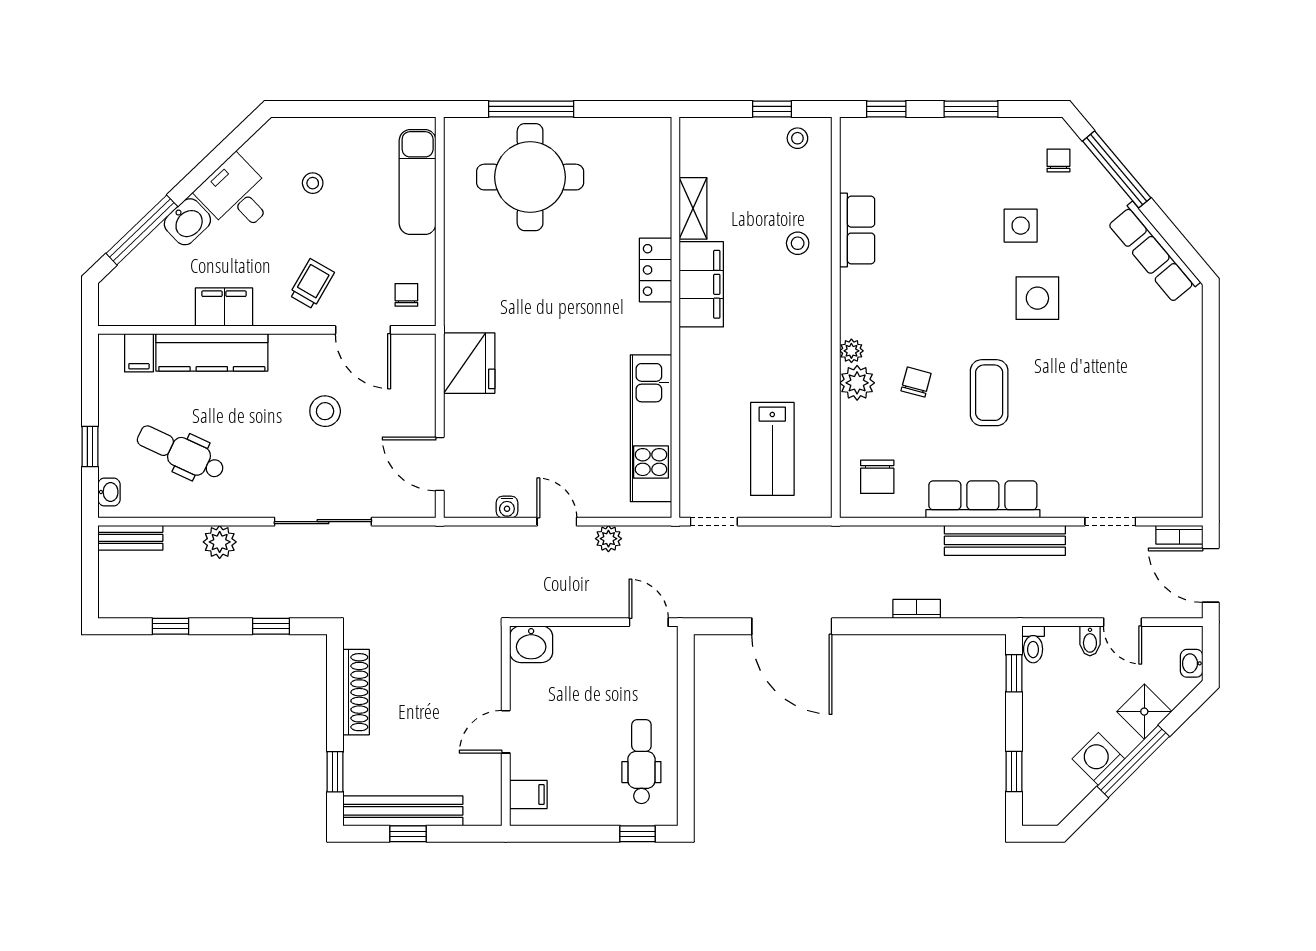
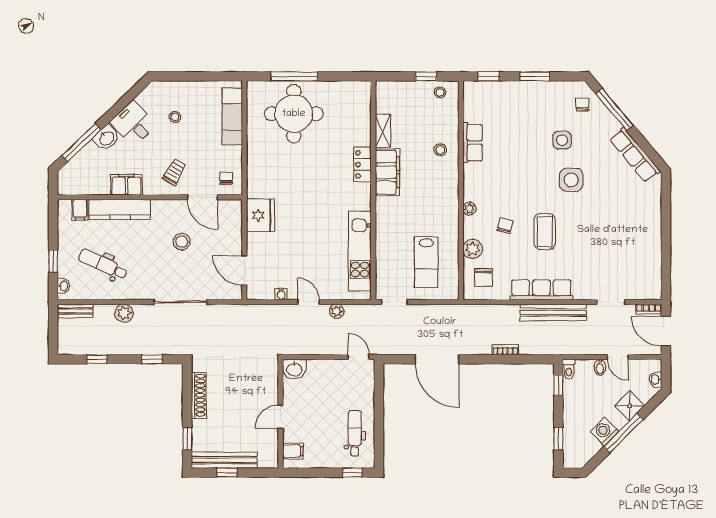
plant: (857, 383) -> (473, 249), moved

